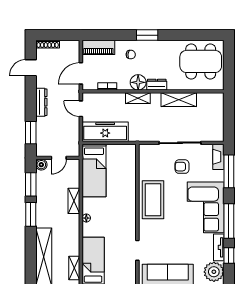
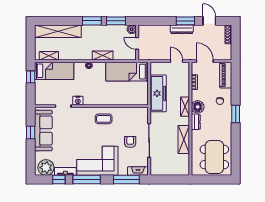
door: (81, 109) -> (176, 61), hinge flipped
freezer: (105, 132) -> (158, 93), moved
window: (31, 133) -> (185, 21), moved
coffee table: (153, 200) -> (104, 119), width x0.54, depth x0.58
nightstand: (130, 232) -> (78, 101), added

